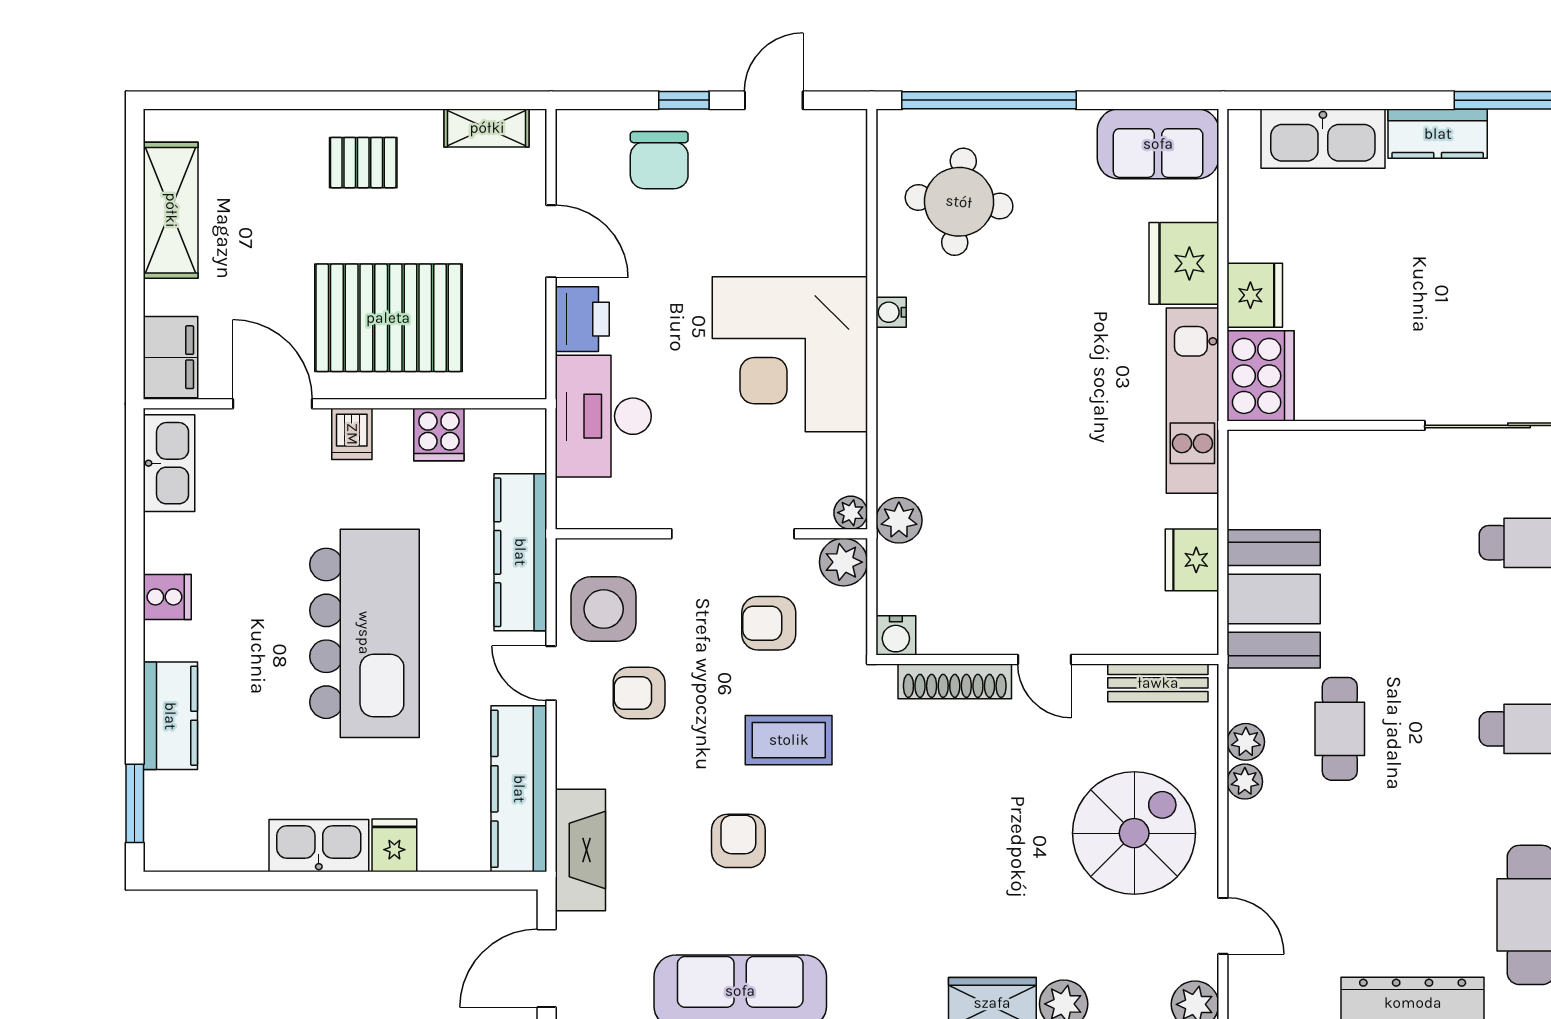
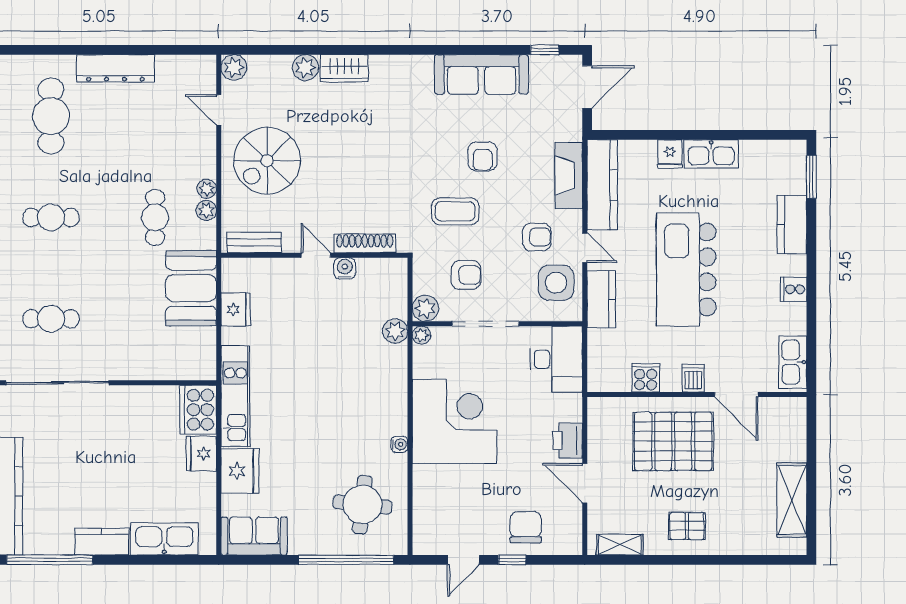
filing cabinet: (171, 357) -> (792, 420), removed
desk: (603, 416) -> (556, 359), moved
kitchen counter: (520, 552) -> (601, 299), width x0.67
water cooler: (896, 635) -> (345, 268), moved
fireplace: (580, 850) -> (569, 176), moved

